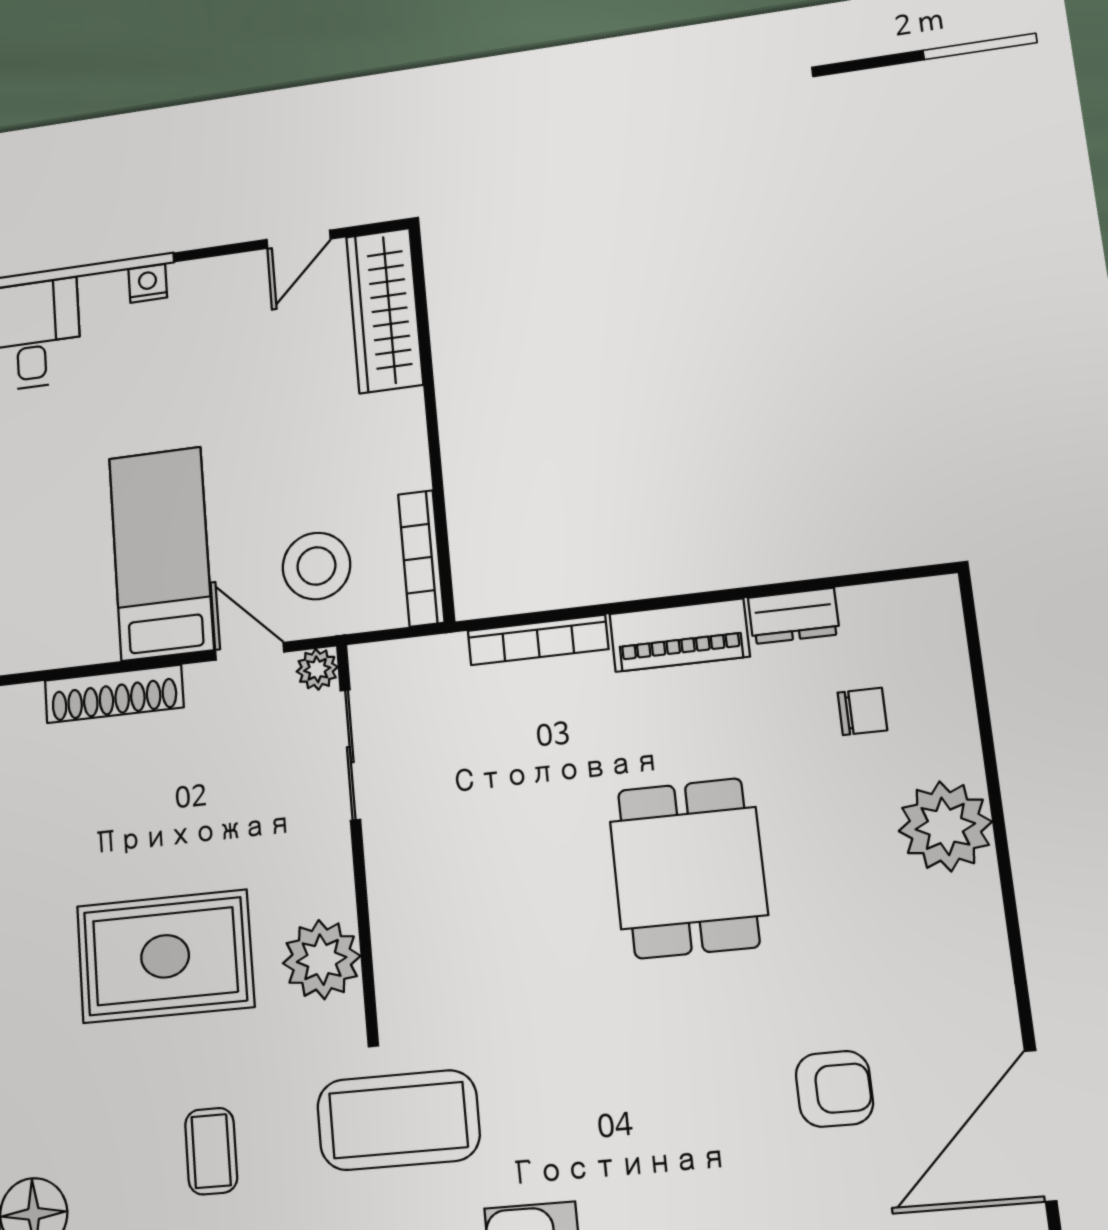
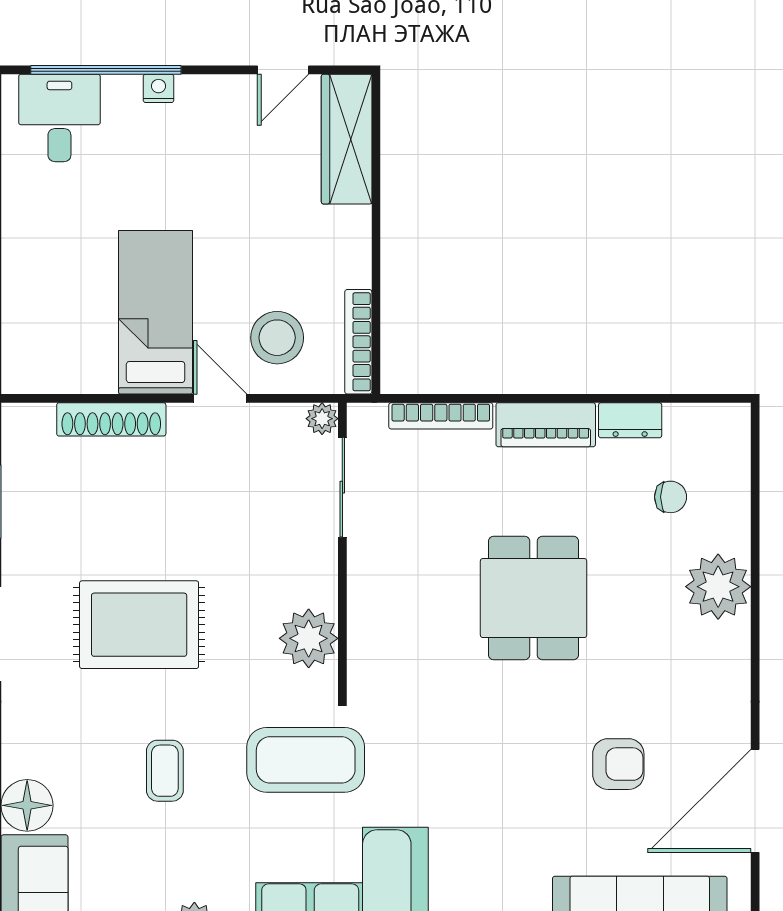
plant: (317, 669) -> (322, 419), moved
sliding door: (350, 755) -> (342, 487), moved
wall: (357, 837) -> (342, 550), moved
plant: (322, 960) -> (309, 638), moved

